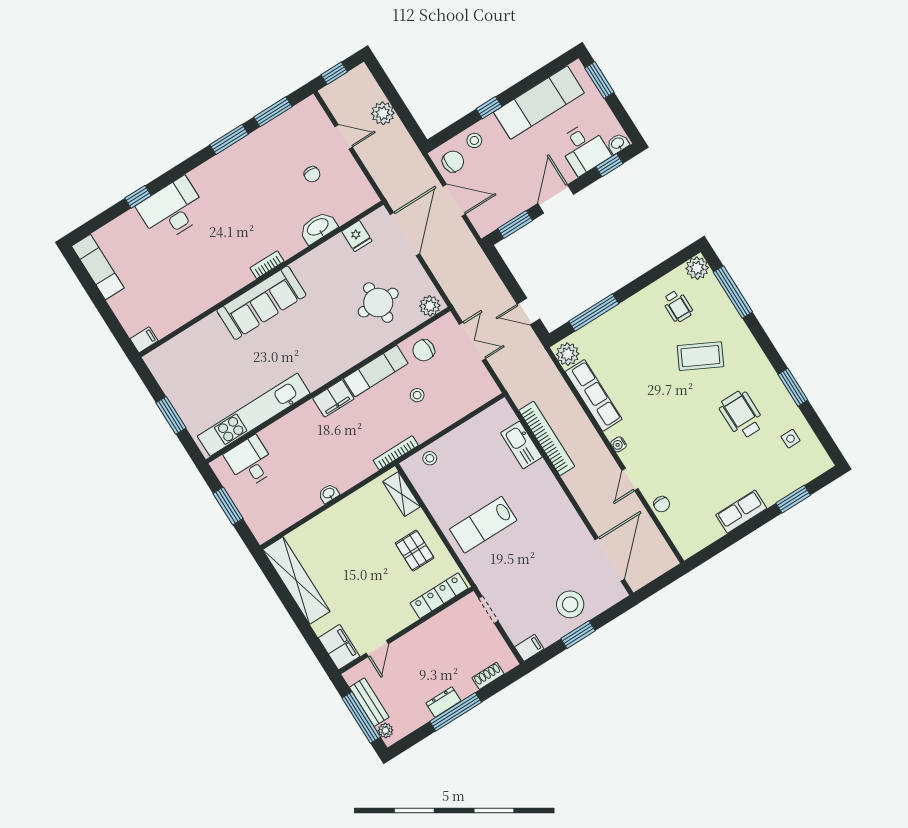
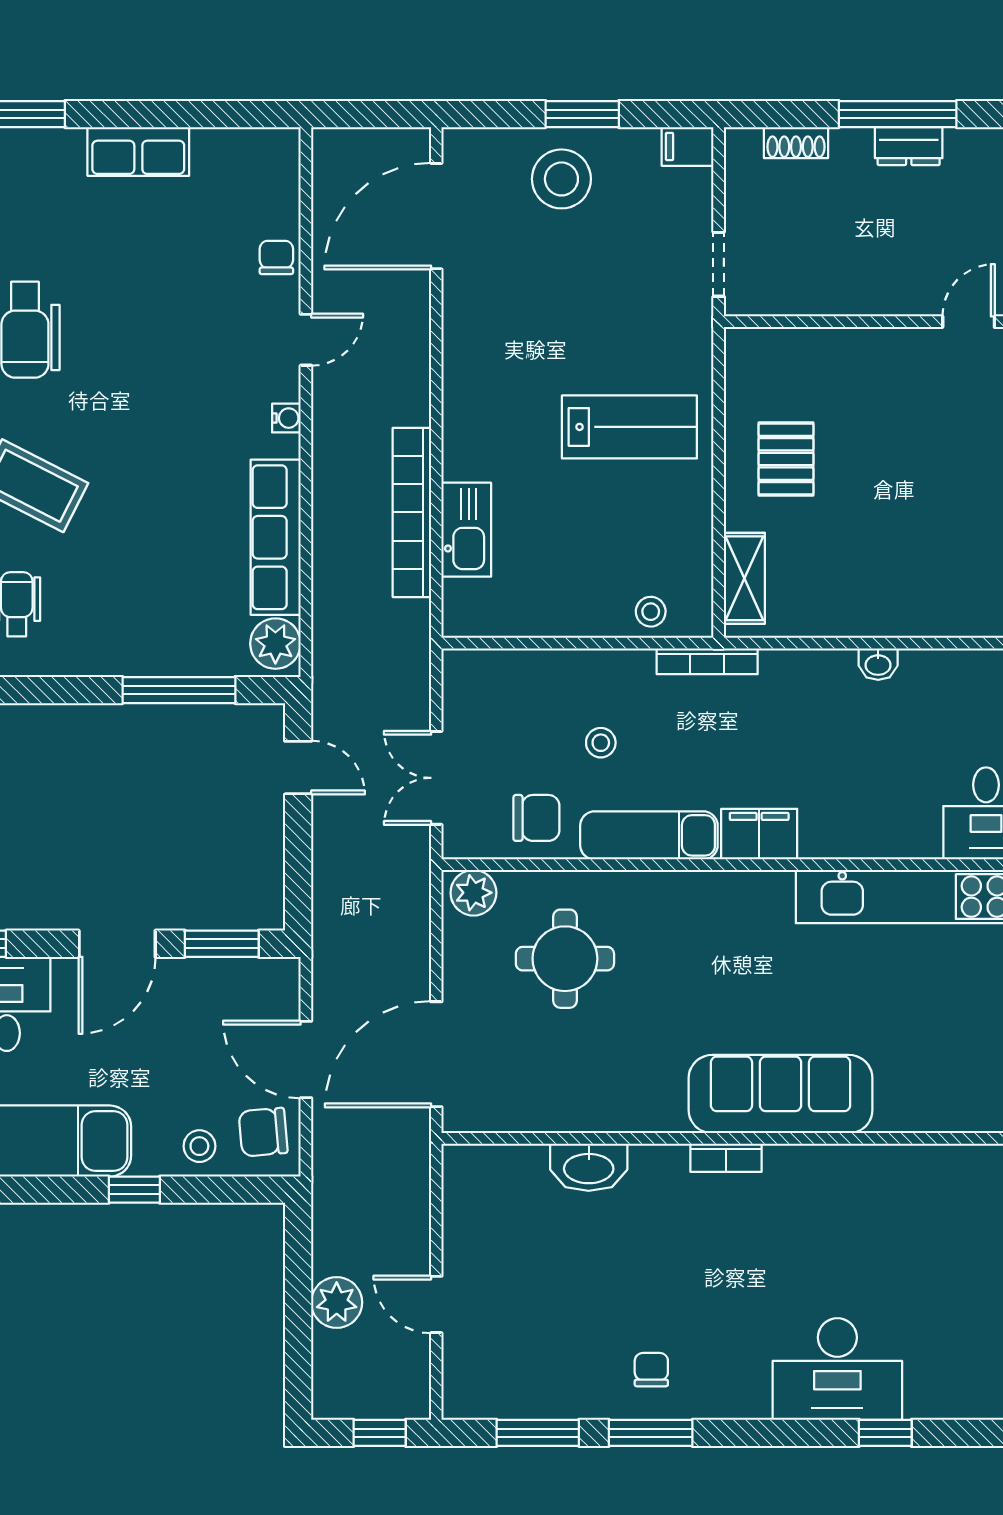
chair: (312, 174) -> (651, 1370), moved
fridge: (357, 236) -> (527, 1106), removed
locker: (439, 596) -> (793, 347), removed

